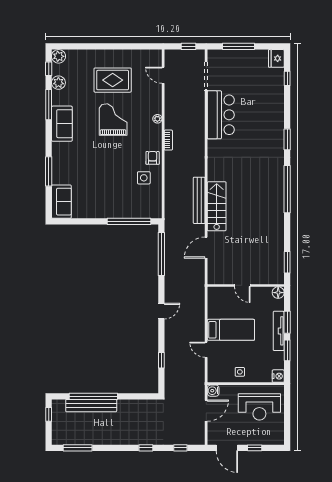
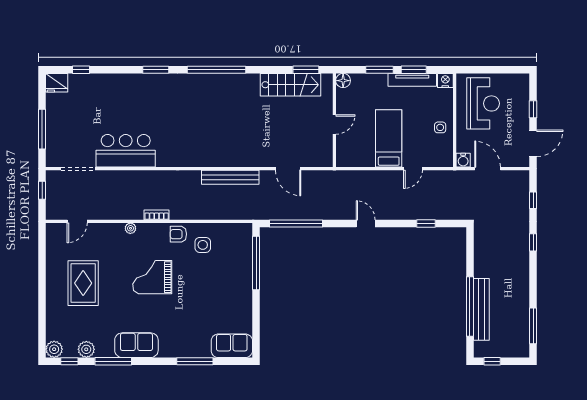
grand piano: (113, 119) -> (152, 277), moved
stairs: (217, 206) -> (291, 85), moved, turned 180
tv unit: (279, 331) -> (412, 80), moved

